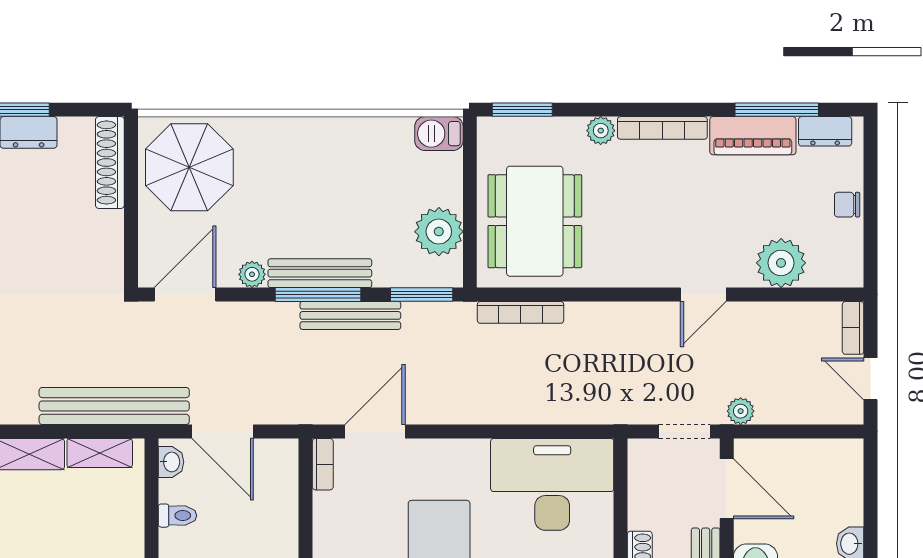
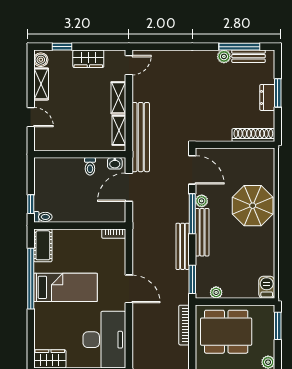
parasol: (189, 167) -> (253, 206), moved
plant: (439, 232) -> (216, 292), width x0.53, depth x0.53
window: (318, 295) -> (192, 214), moved
door: (375, 431) -> (129, 289), moved

